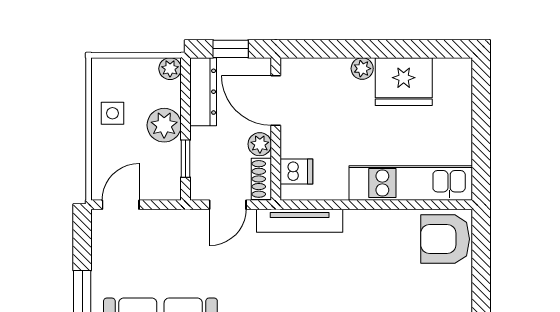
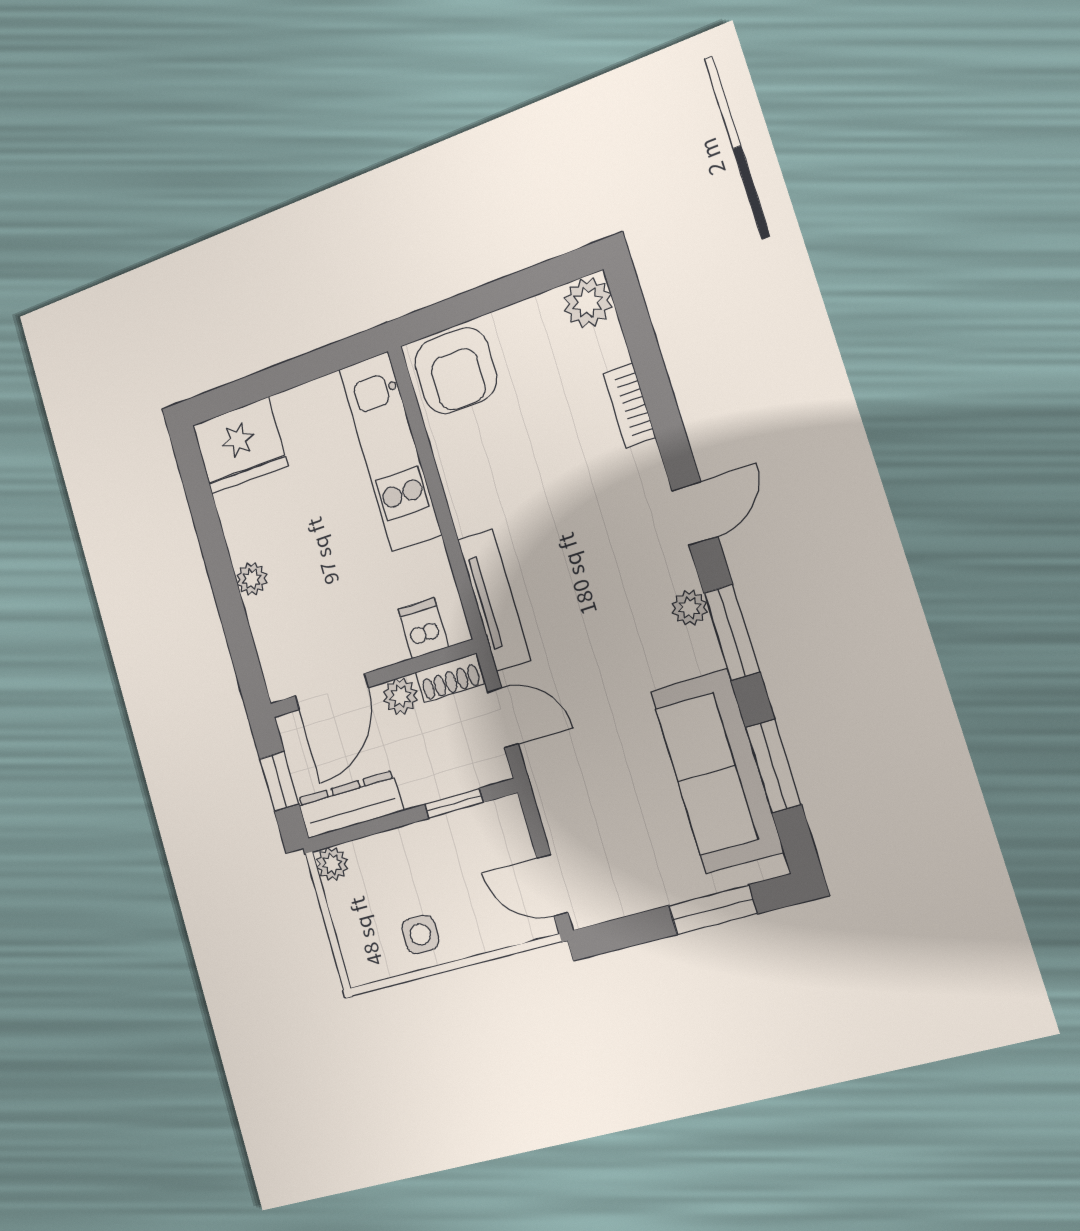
fridge: (404, 82) -> (240, 445), moved, turned 90
plant: (164, 125) -> (415, 850), removed

